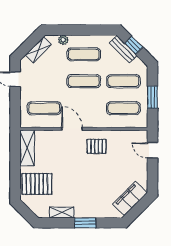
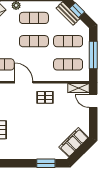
window: (152, 97) -> (93, 55), width x1.44
shelving: (62, 213) -> (78, 88), moved
window: (85, 223) -> (46, 163), moved

